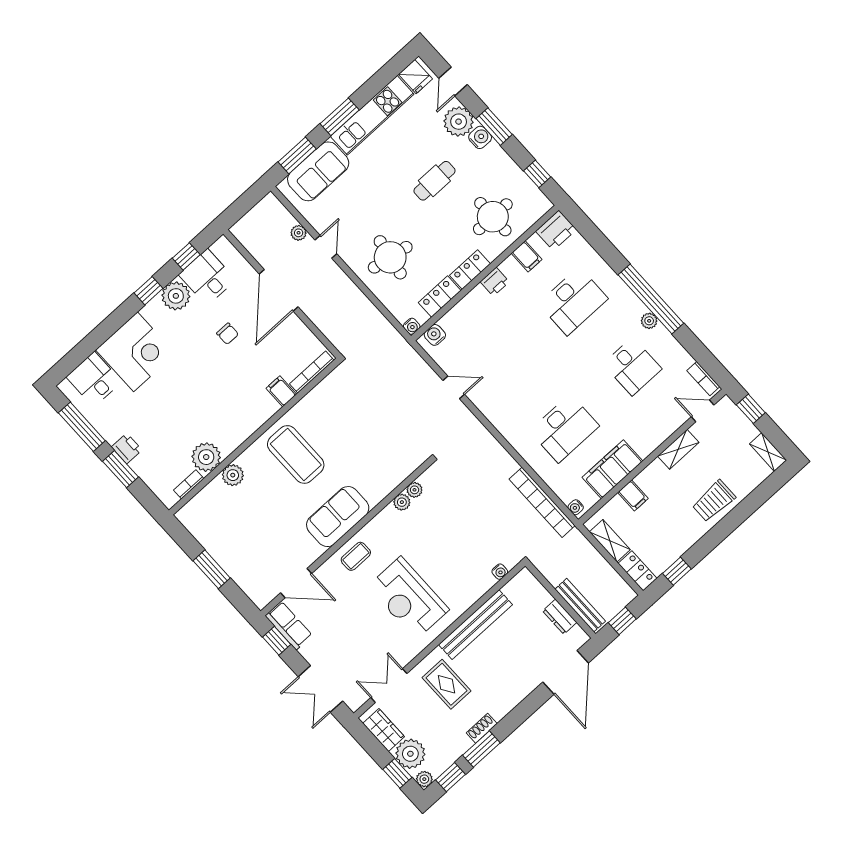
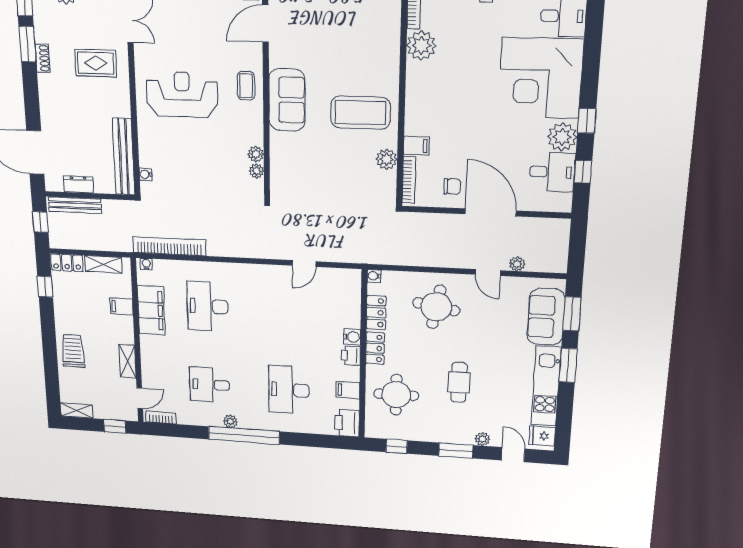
plant: (459, 122) -> (482, 439), width x0.53, depth x0.53
water cooler: (480, 137) -> (458, 436), removed
chair: (228, 334) -> (452, 186), moved, turned 180
water cooler: (435, 335) -> (352, 337), moved
corner desk: (136, 352) -> (540, 78), width x1.36, depth x1.36
plant: (233, 475) -> (387, 159), moved
bench: (475, 625) -> (124, 157), moved

